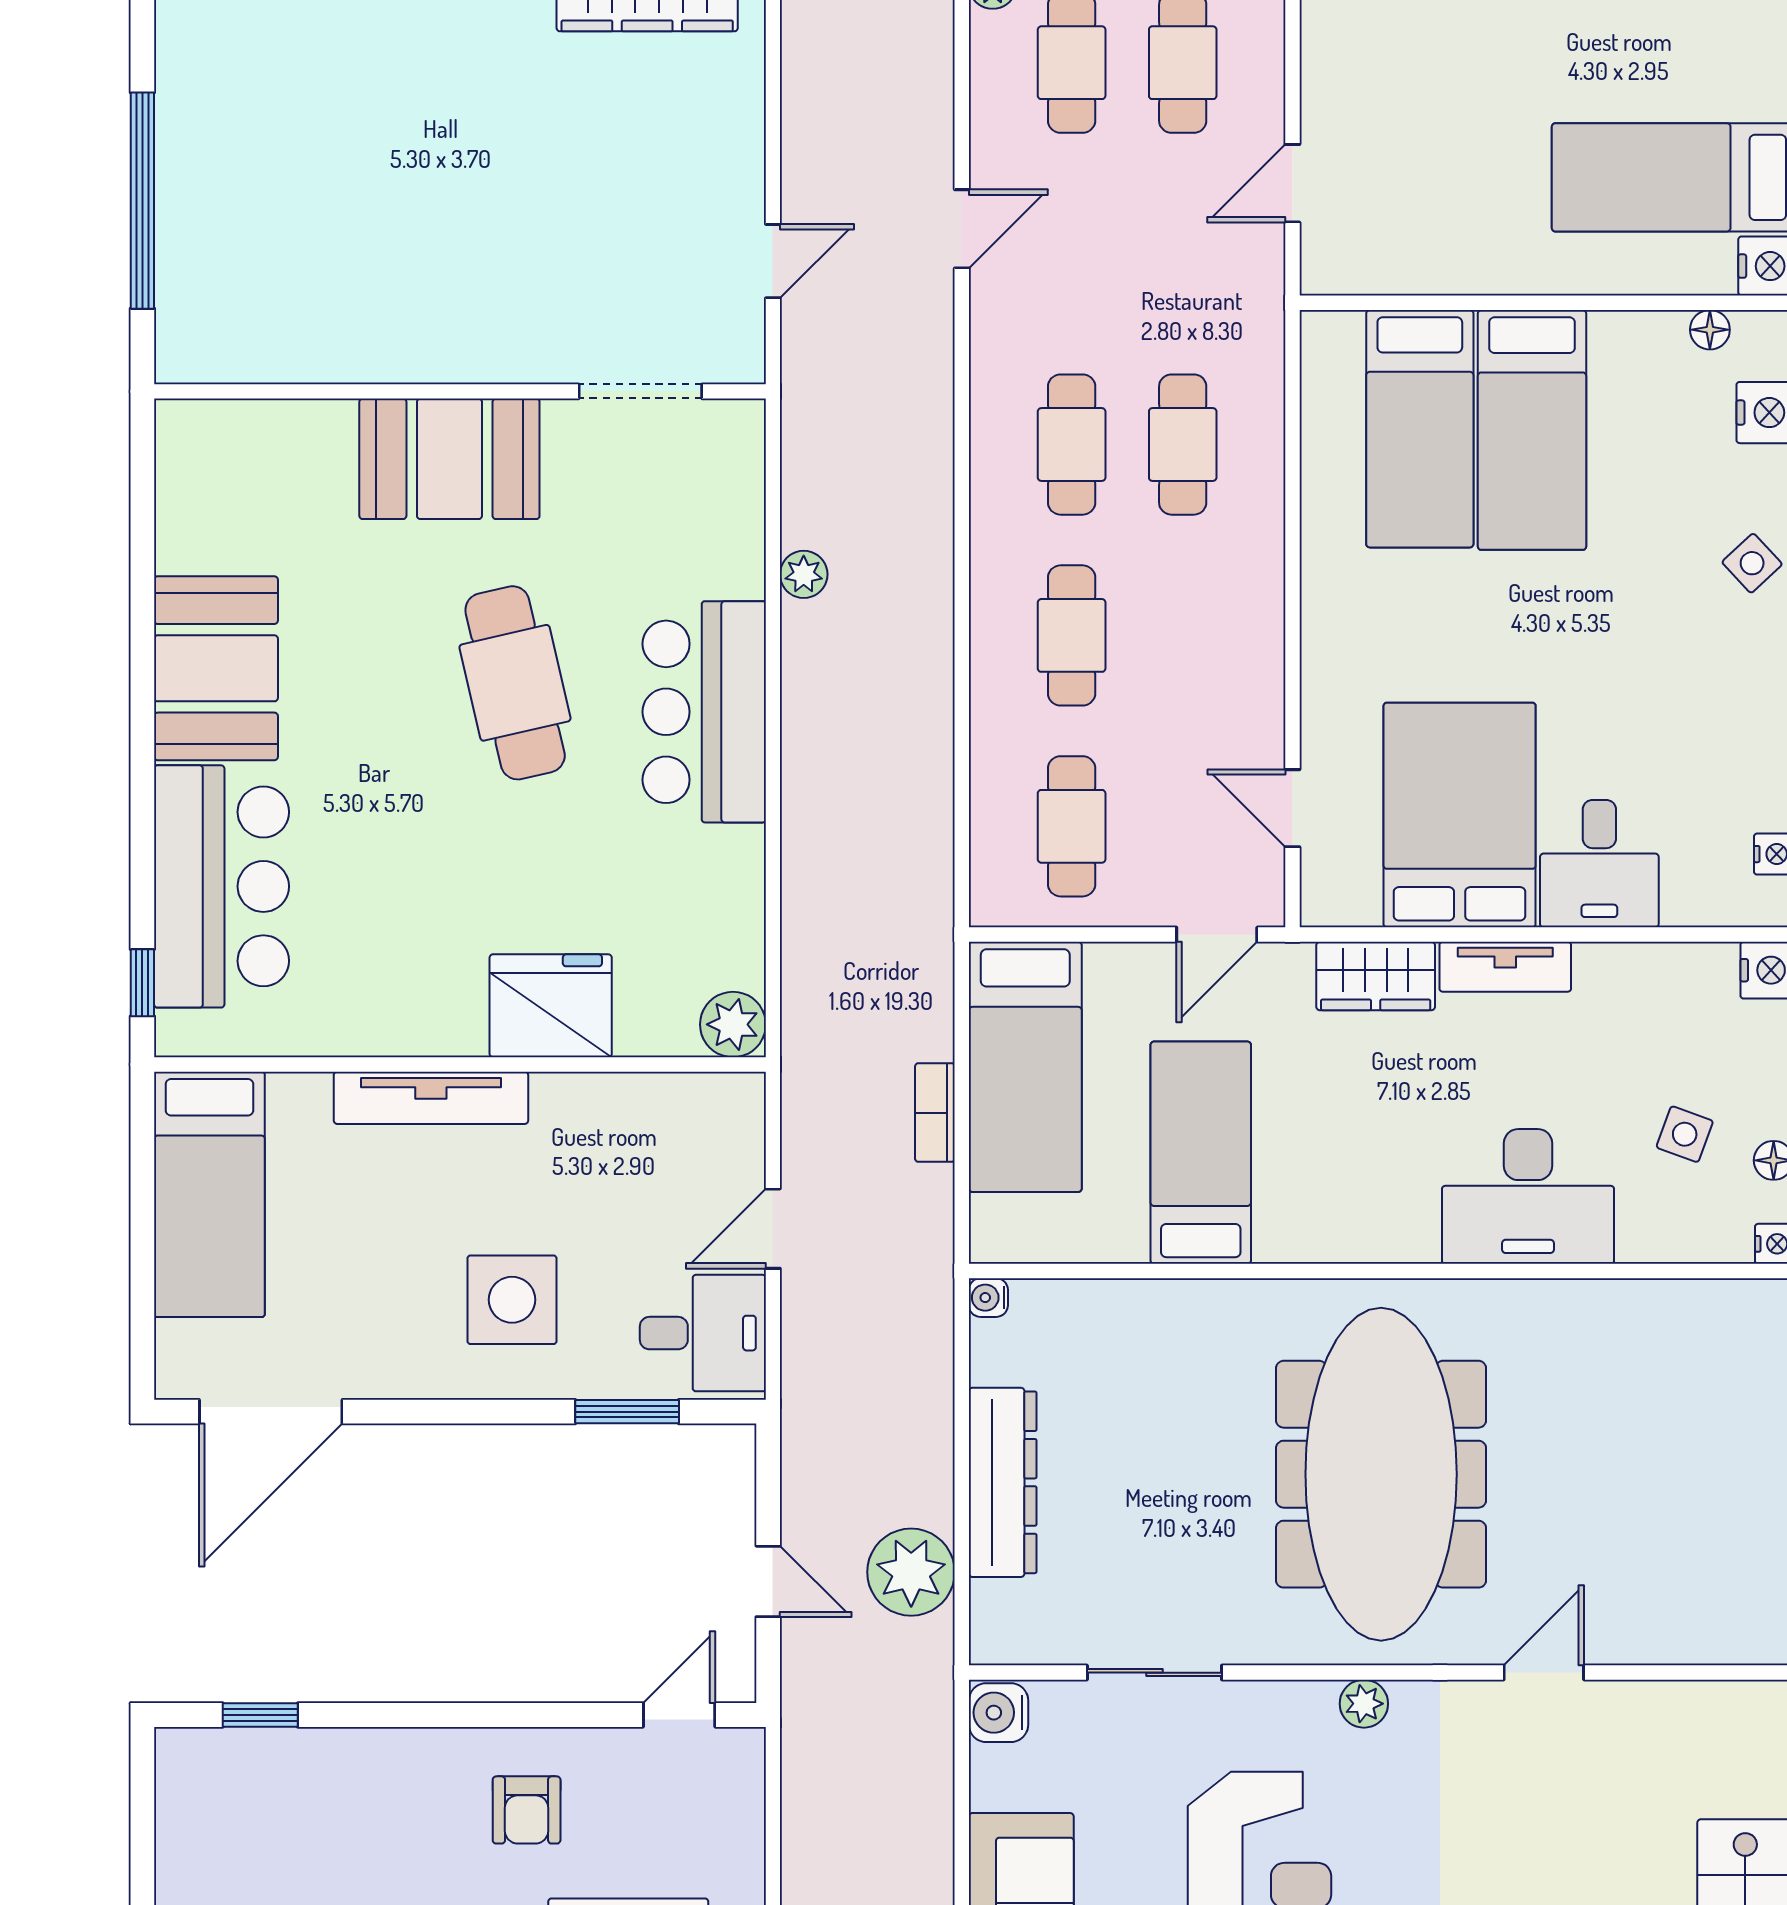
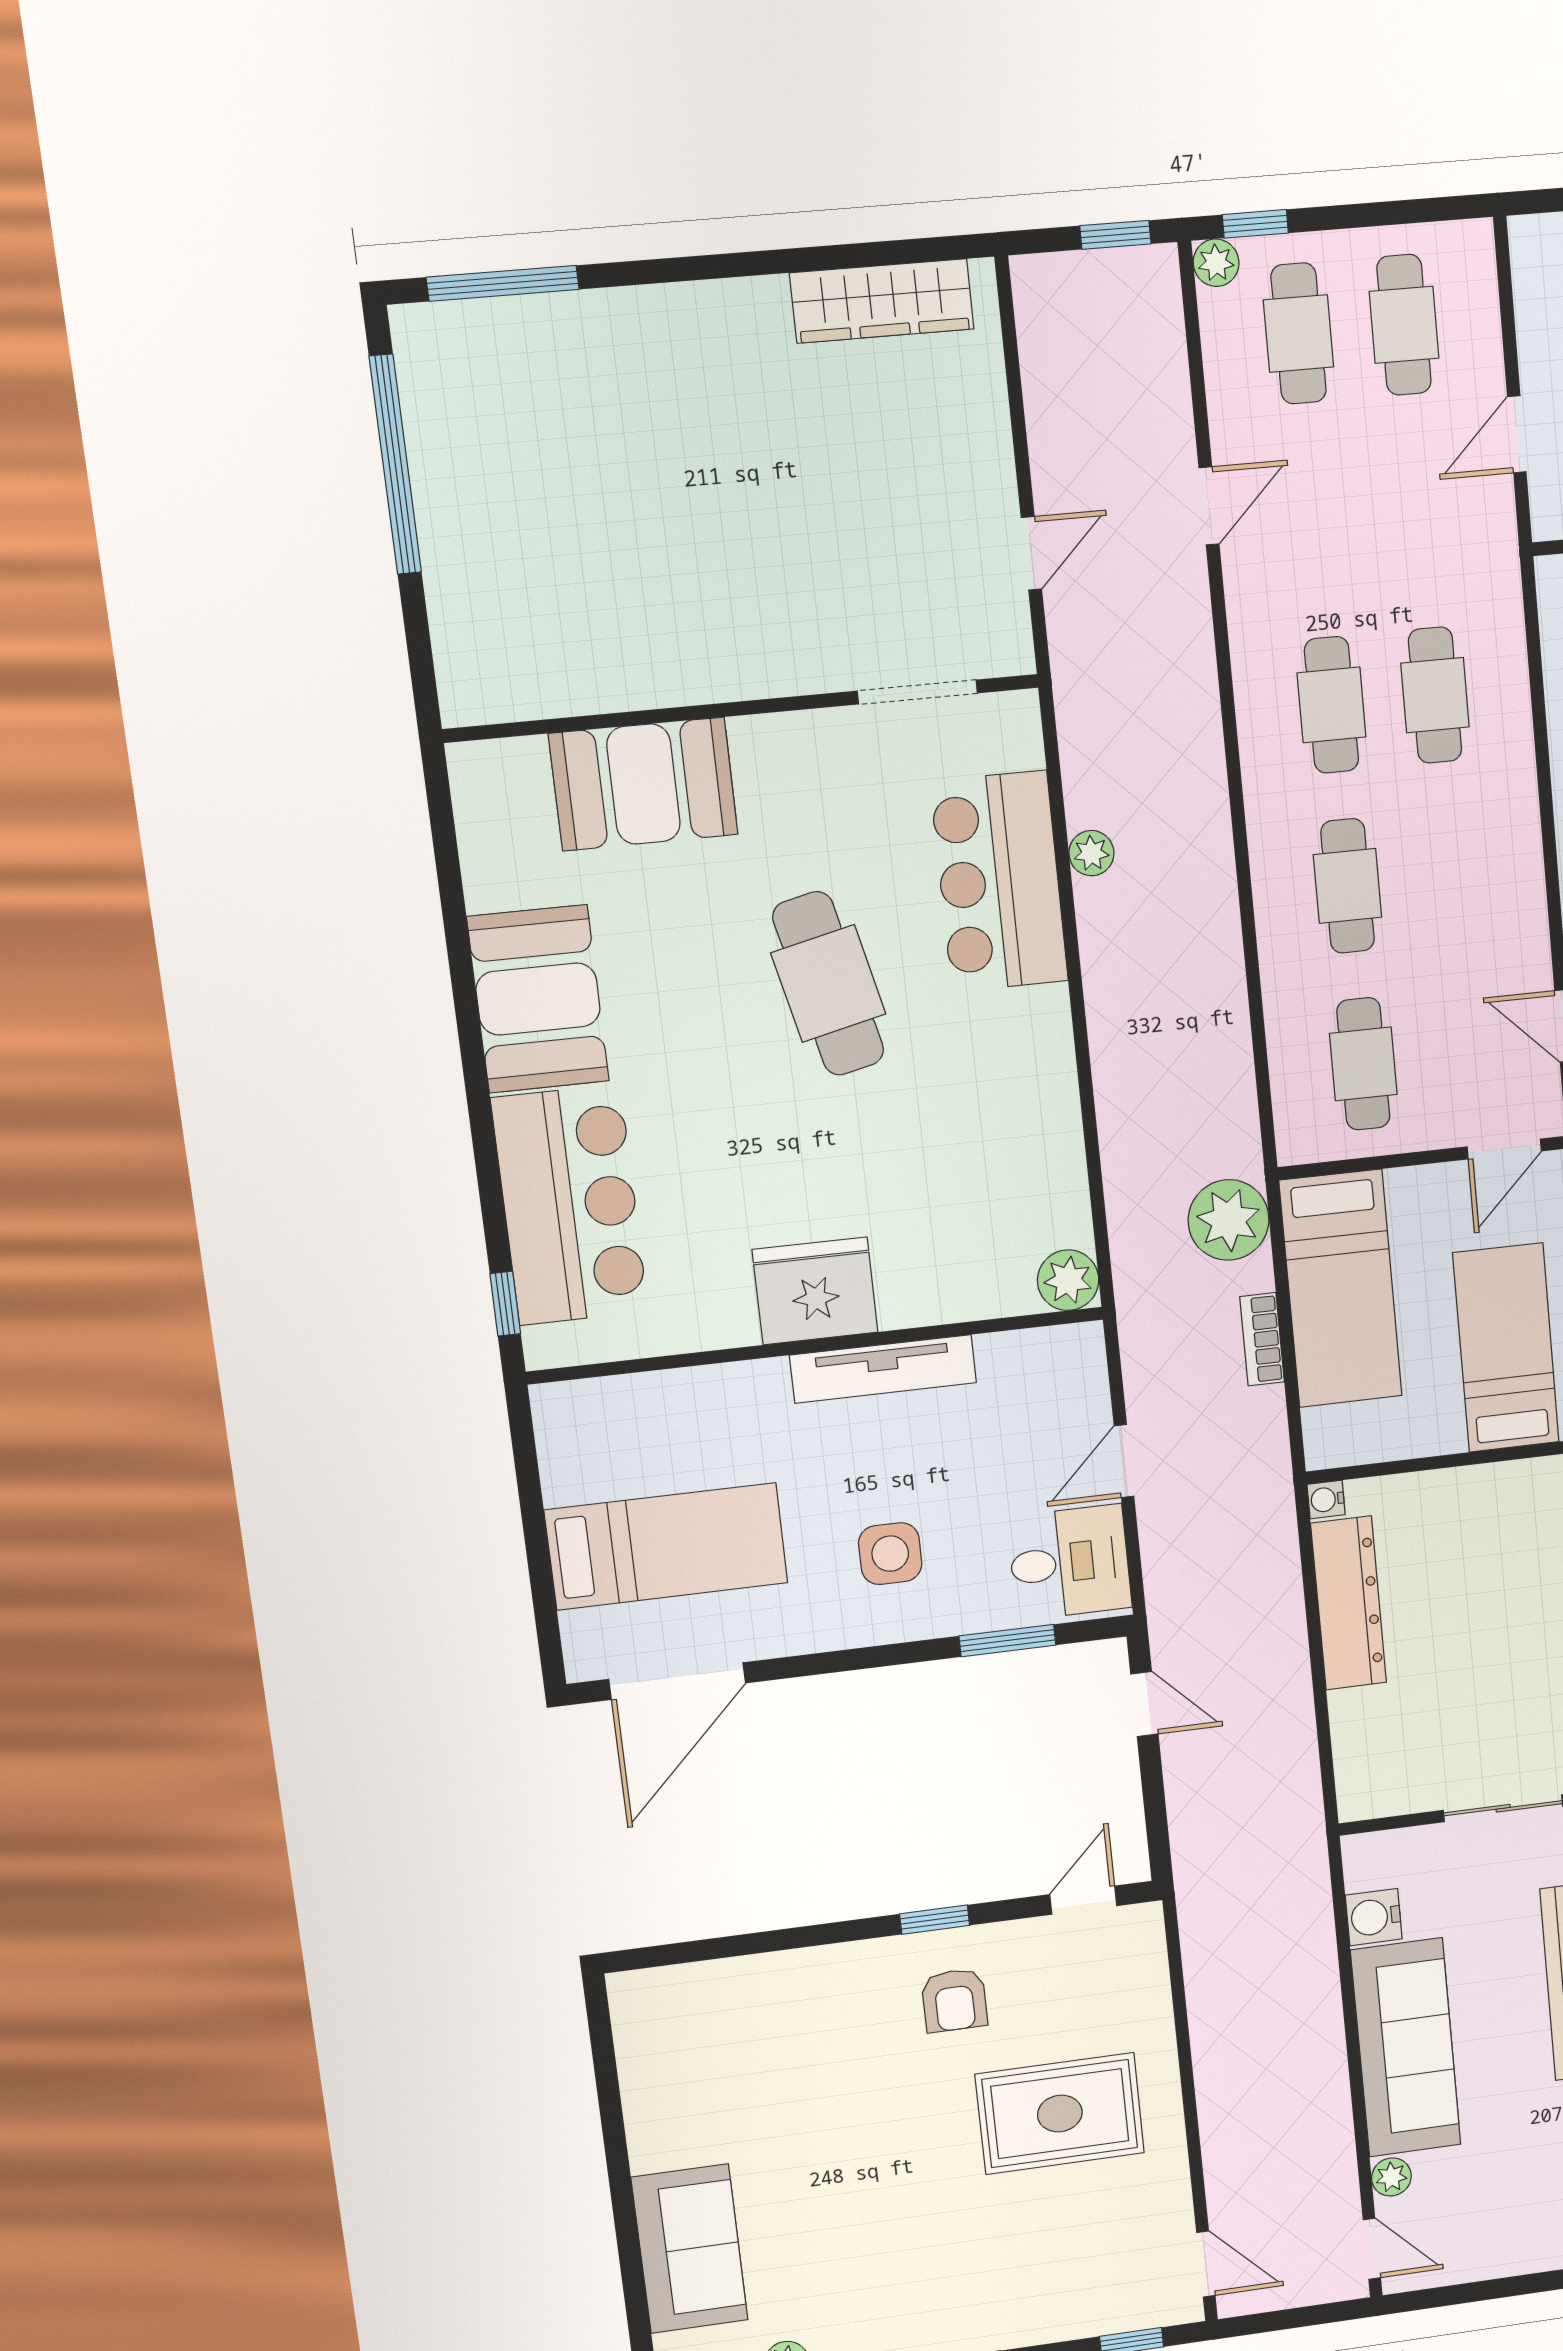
window: (142, 201) -> (395, 465), moved
booth: (449, 459) -> (643, 784), moved
bar counter: (704, 712) -> (999, 881), moved
fridge: (551, 1006) -> (815, 1291), moved
tv unit: (431, 1098) -> (883, 1369), moved
bed: (209, 1194) -> (666, 1546), moved, turned -90
side table: (512, 1300) -> (890, 1554), width x0.73, depth x0.73
dresser: (1003, 1482) -> (1349, 1603), moved
plant: (911, 1572) -> (1229, 1220), moved
door: (768, 1581) -> (1144, 1704), moved
water cooler: (999, 1713) -> (1374, 1917), moved
window: (260, 1715) -> (935, 1920), moved

